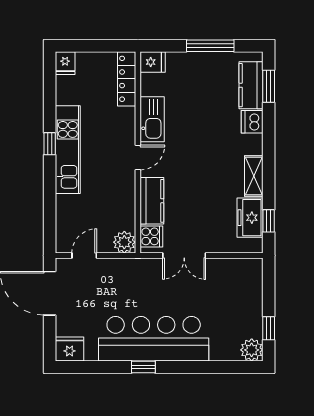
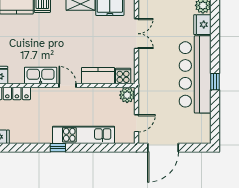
kitchen unit: (68, 150) -> (84, 135), moved
door: (84, 256) -> (137, 123), swing flipped
double door: (184, 256) -> (137, 34), moved
fridge: (70, 349) -> (202, 25), moved

